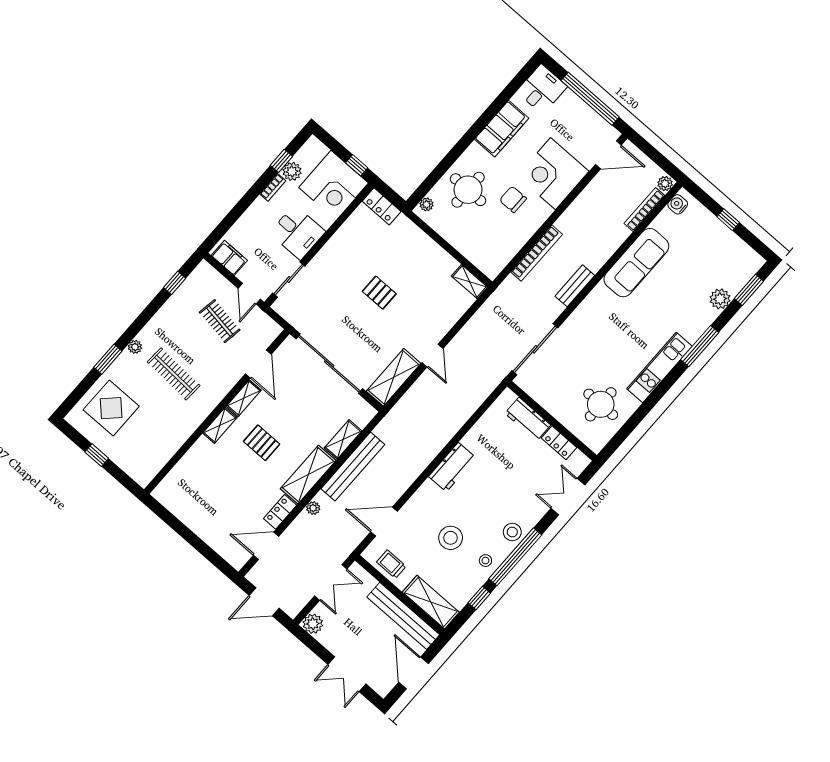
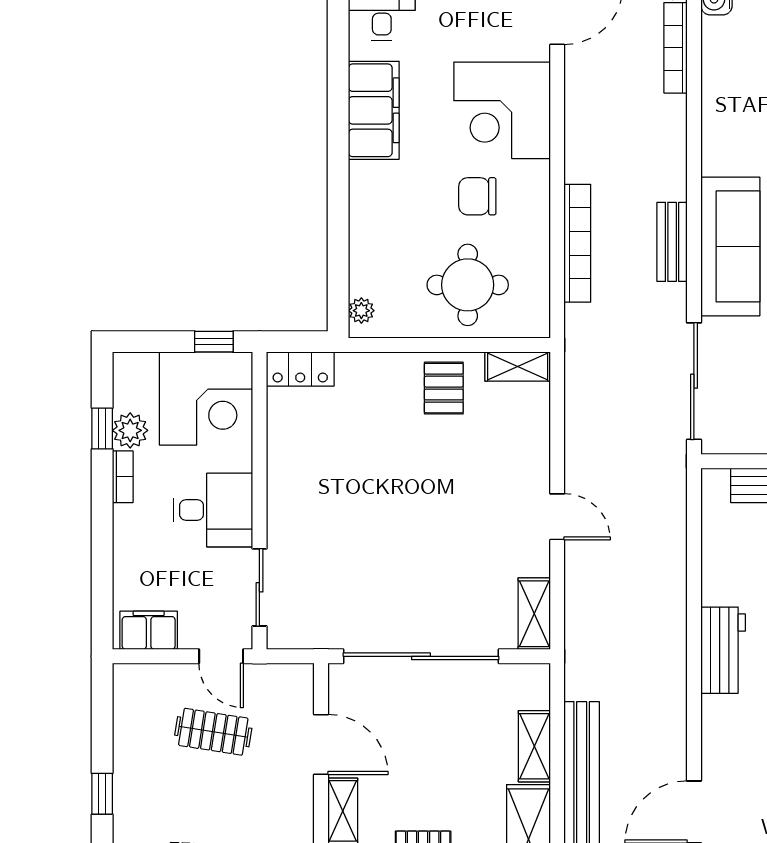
round table: (468, 190) -> (468, 285), moved
sofa: (636, 263) -> (730, 246), moved
window: (175, 283) -> (102, 794), moved
pallet: (379, 293) -> (444, 388), moved, turned 90
shelving: (394, 377) -> (534, 614), width x0.67, depth x0.75

